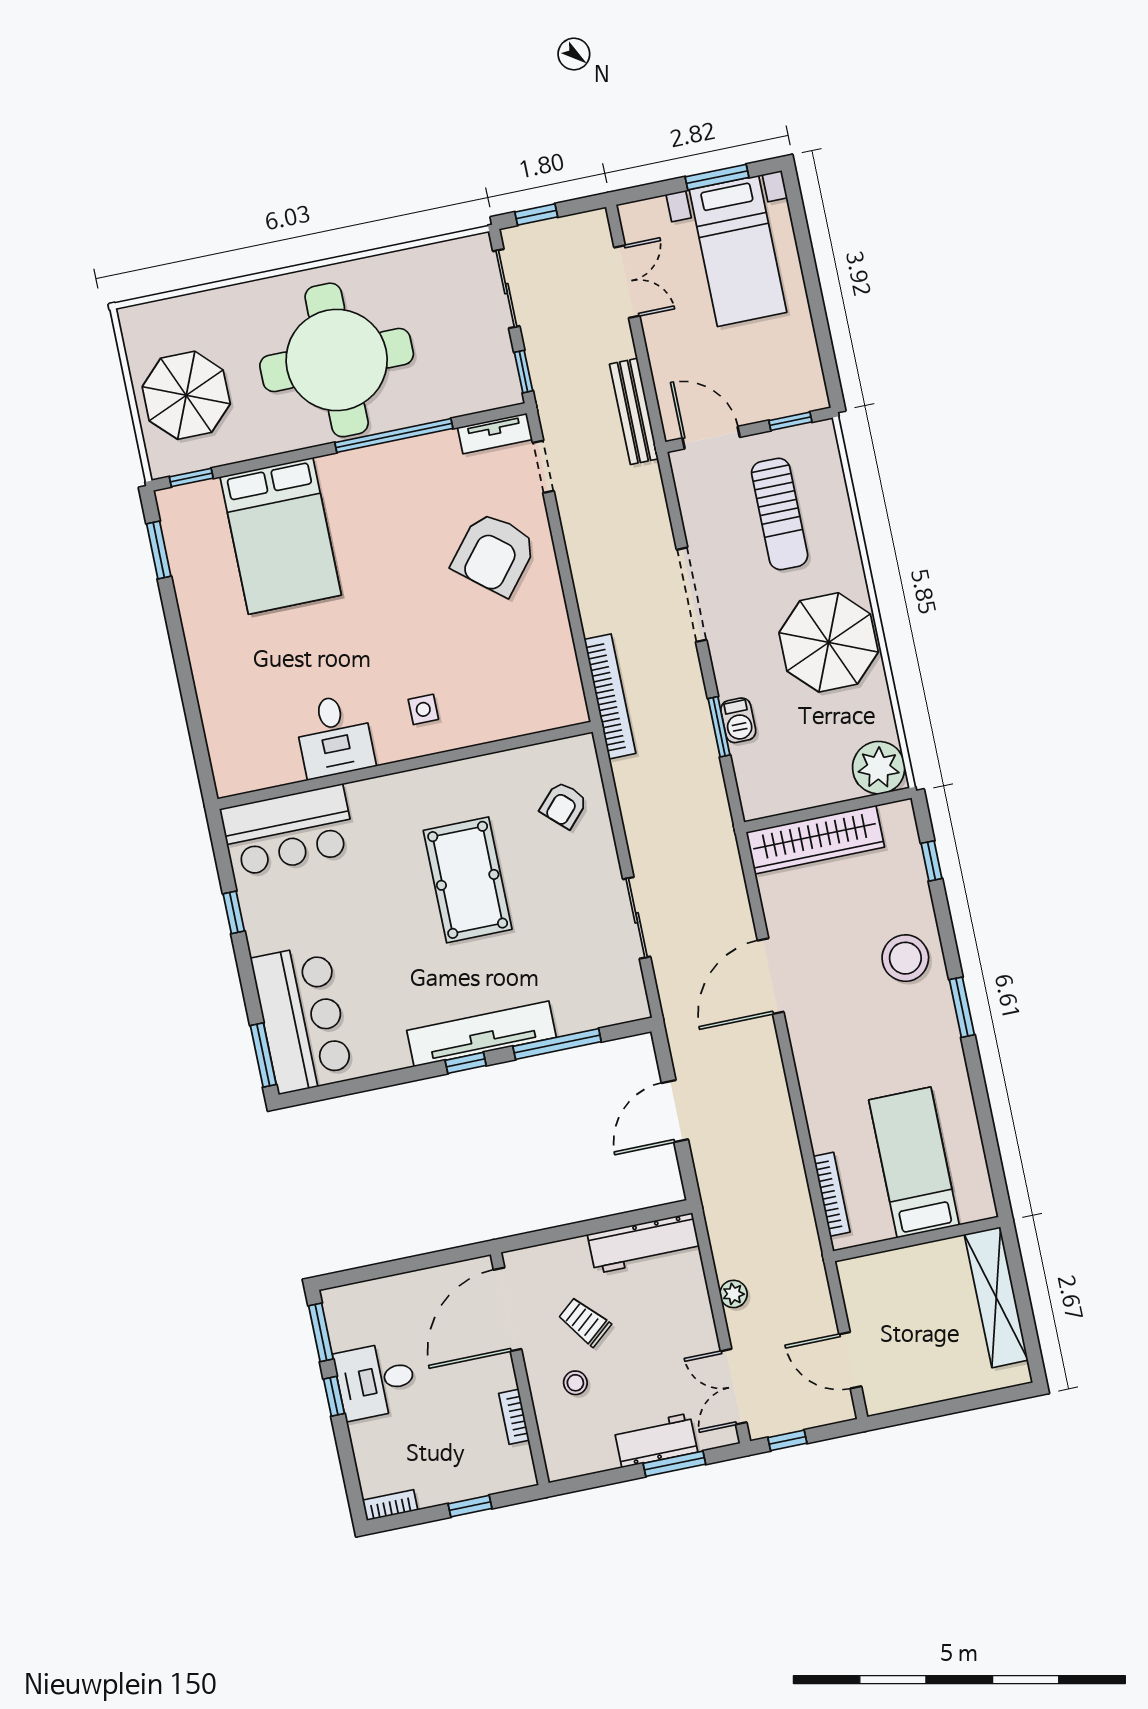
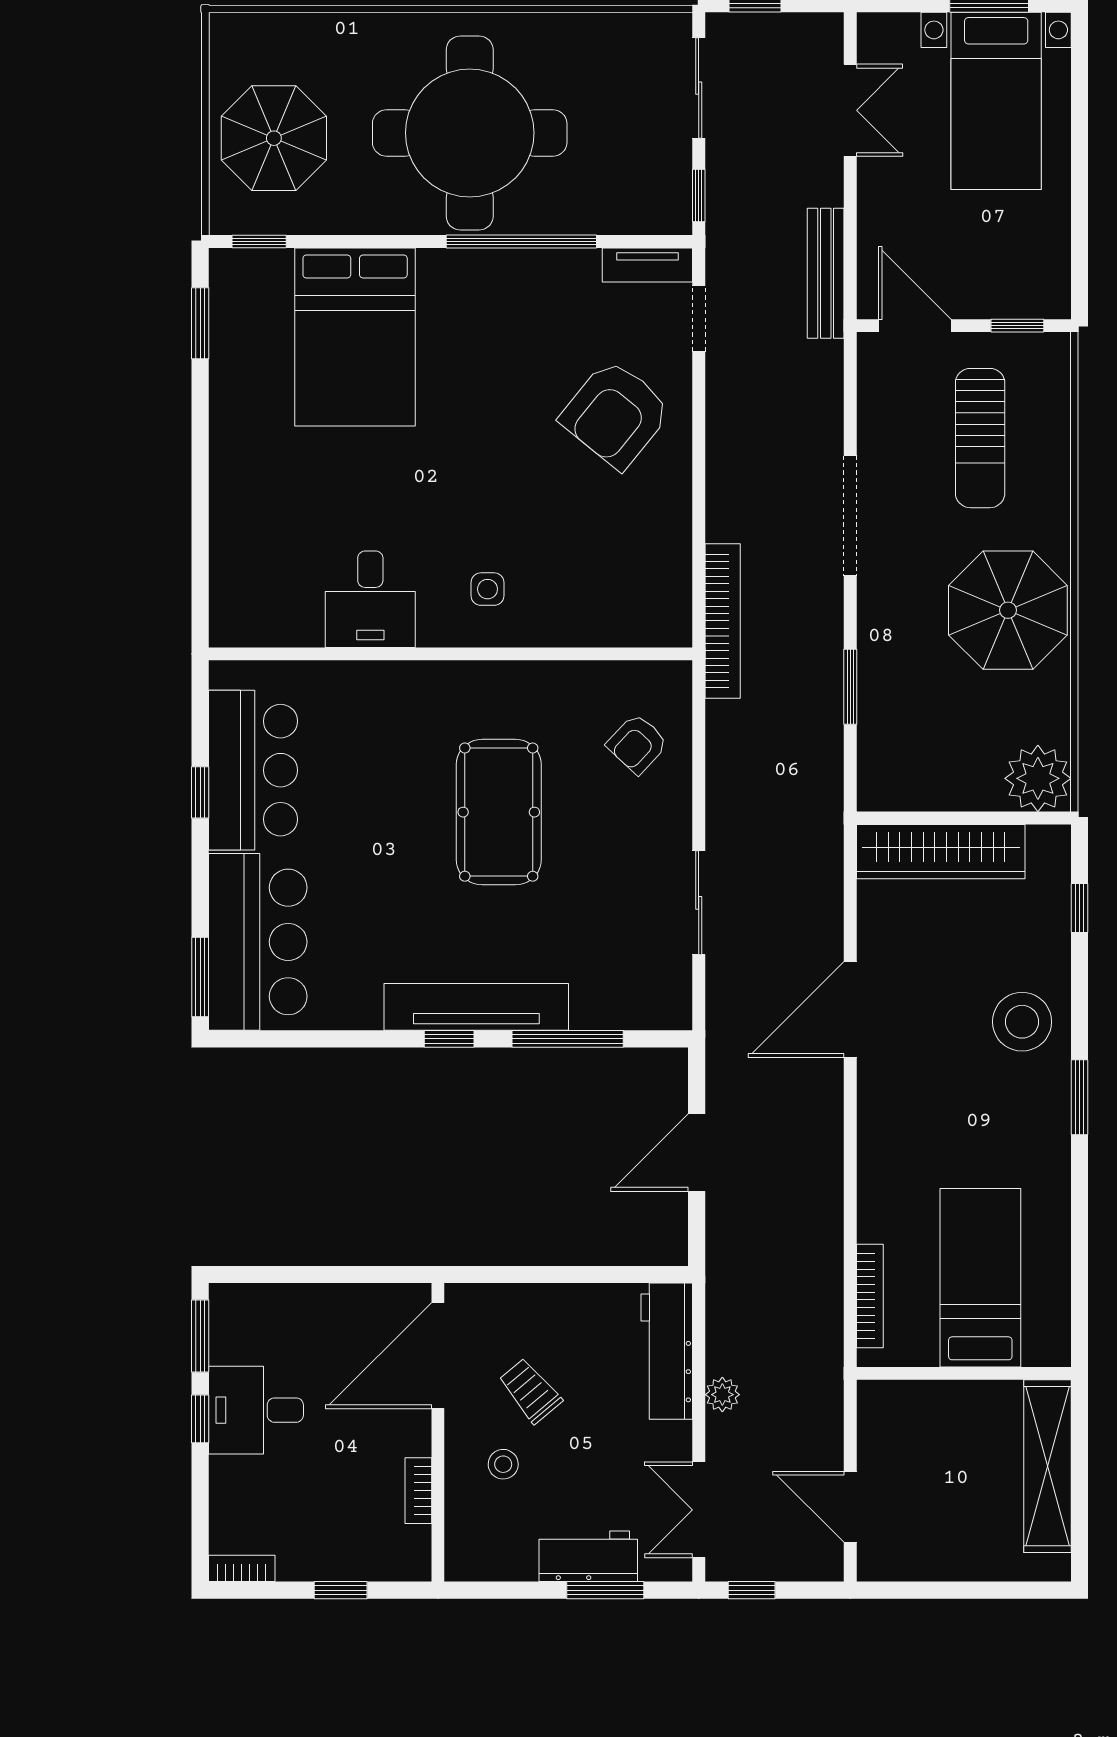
barbecue: (738, 720) -> (876, 684), removed
bar counter: (288, 830) -> (253, 770), moved, turned -90
workbench: (644, 1243) -> (667, 1351), moved, turned 90

